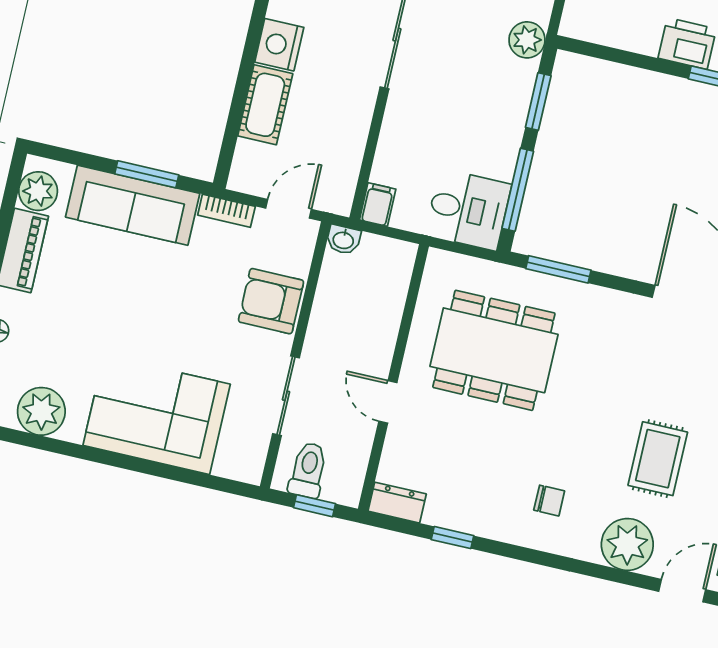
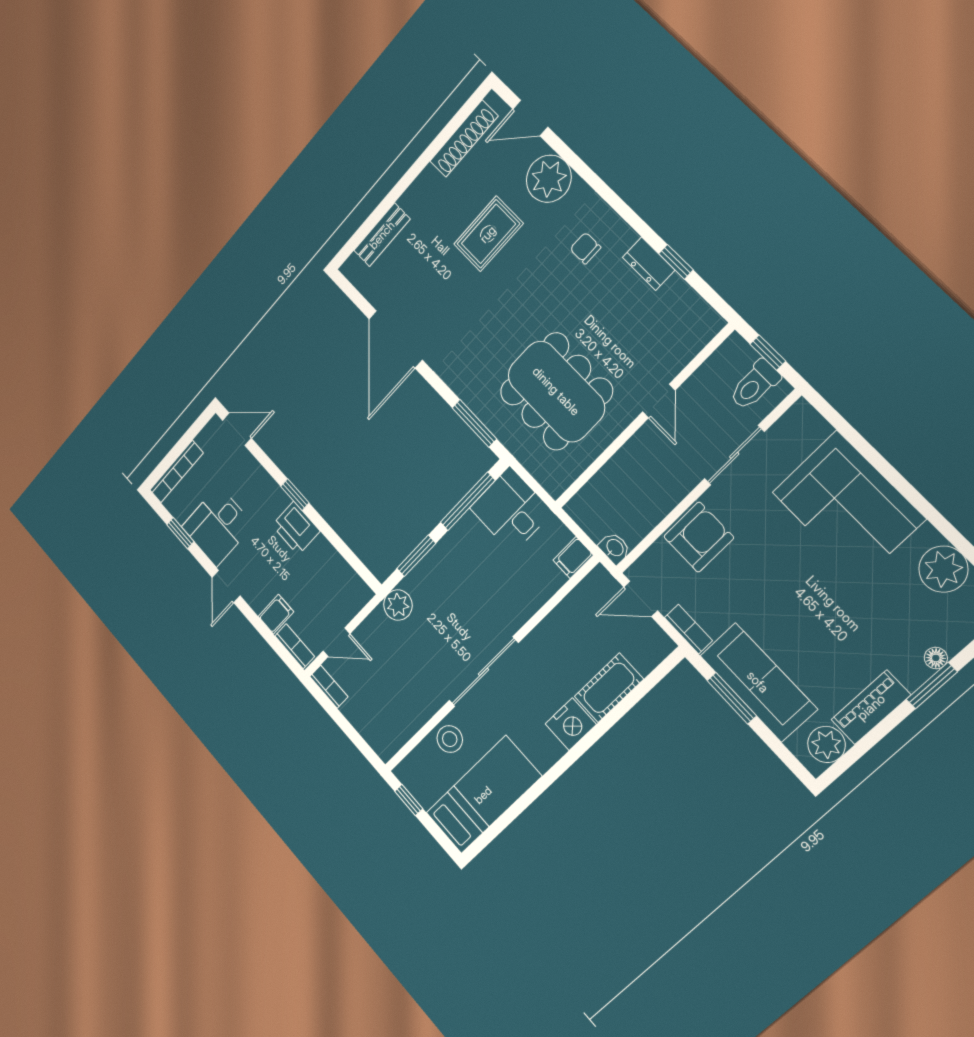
armchair: (271, 301) -> (699, 537), turned -90
dresser: (397, 503) -> (649, 264), moved

